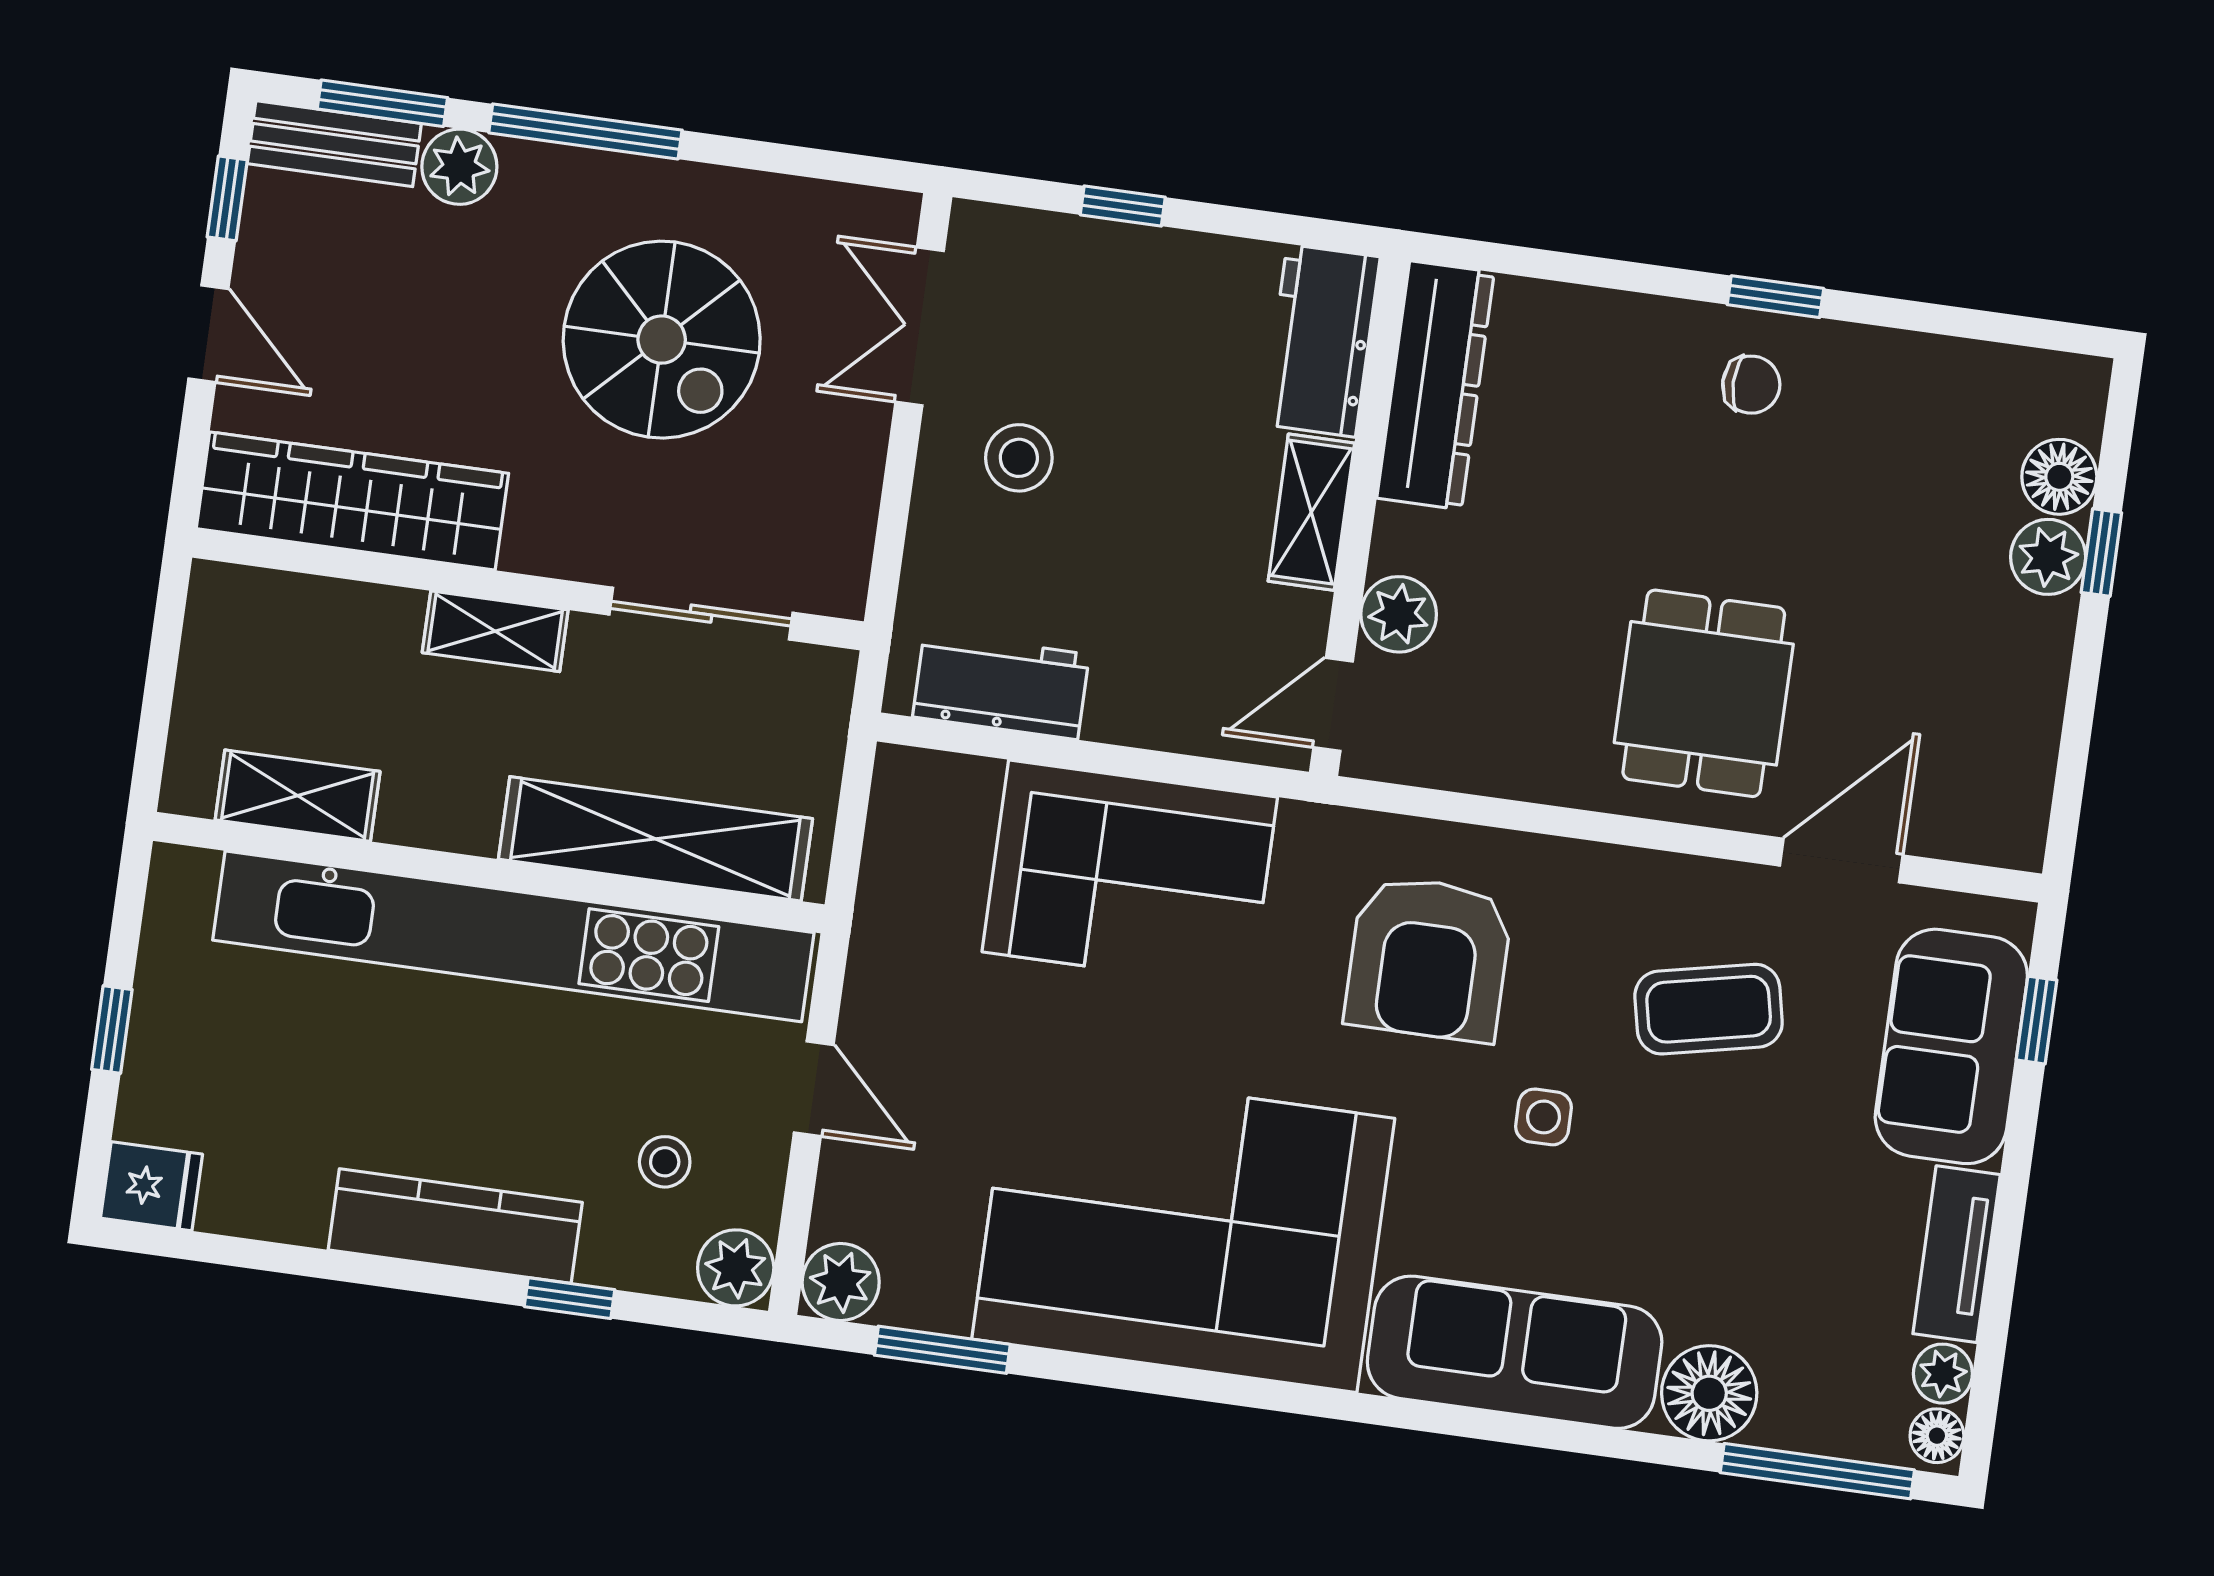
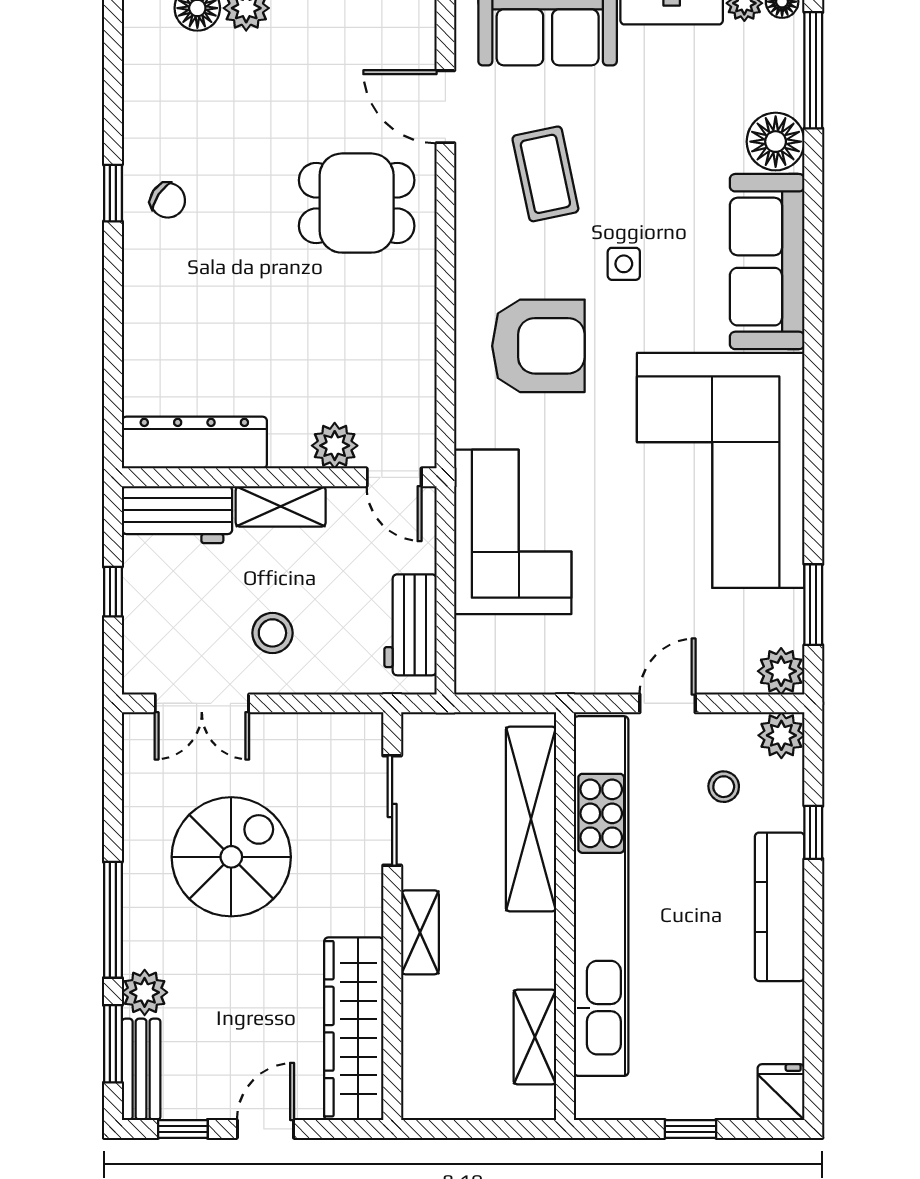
workbench: (1321, 341) -> (177, 515), moved
dresser: (1435, 385) -> (194, 443), moved
chair: (1751, 385) -> (168, 200), turned 124
shelving: (1311, 512) -> (281, 506), moved
wall: (1359, 516) -> (279, 477), moved
plant: (1399, 614) -> (335, 446), moved
door: (1333, 704) -> (394, 477), moved

